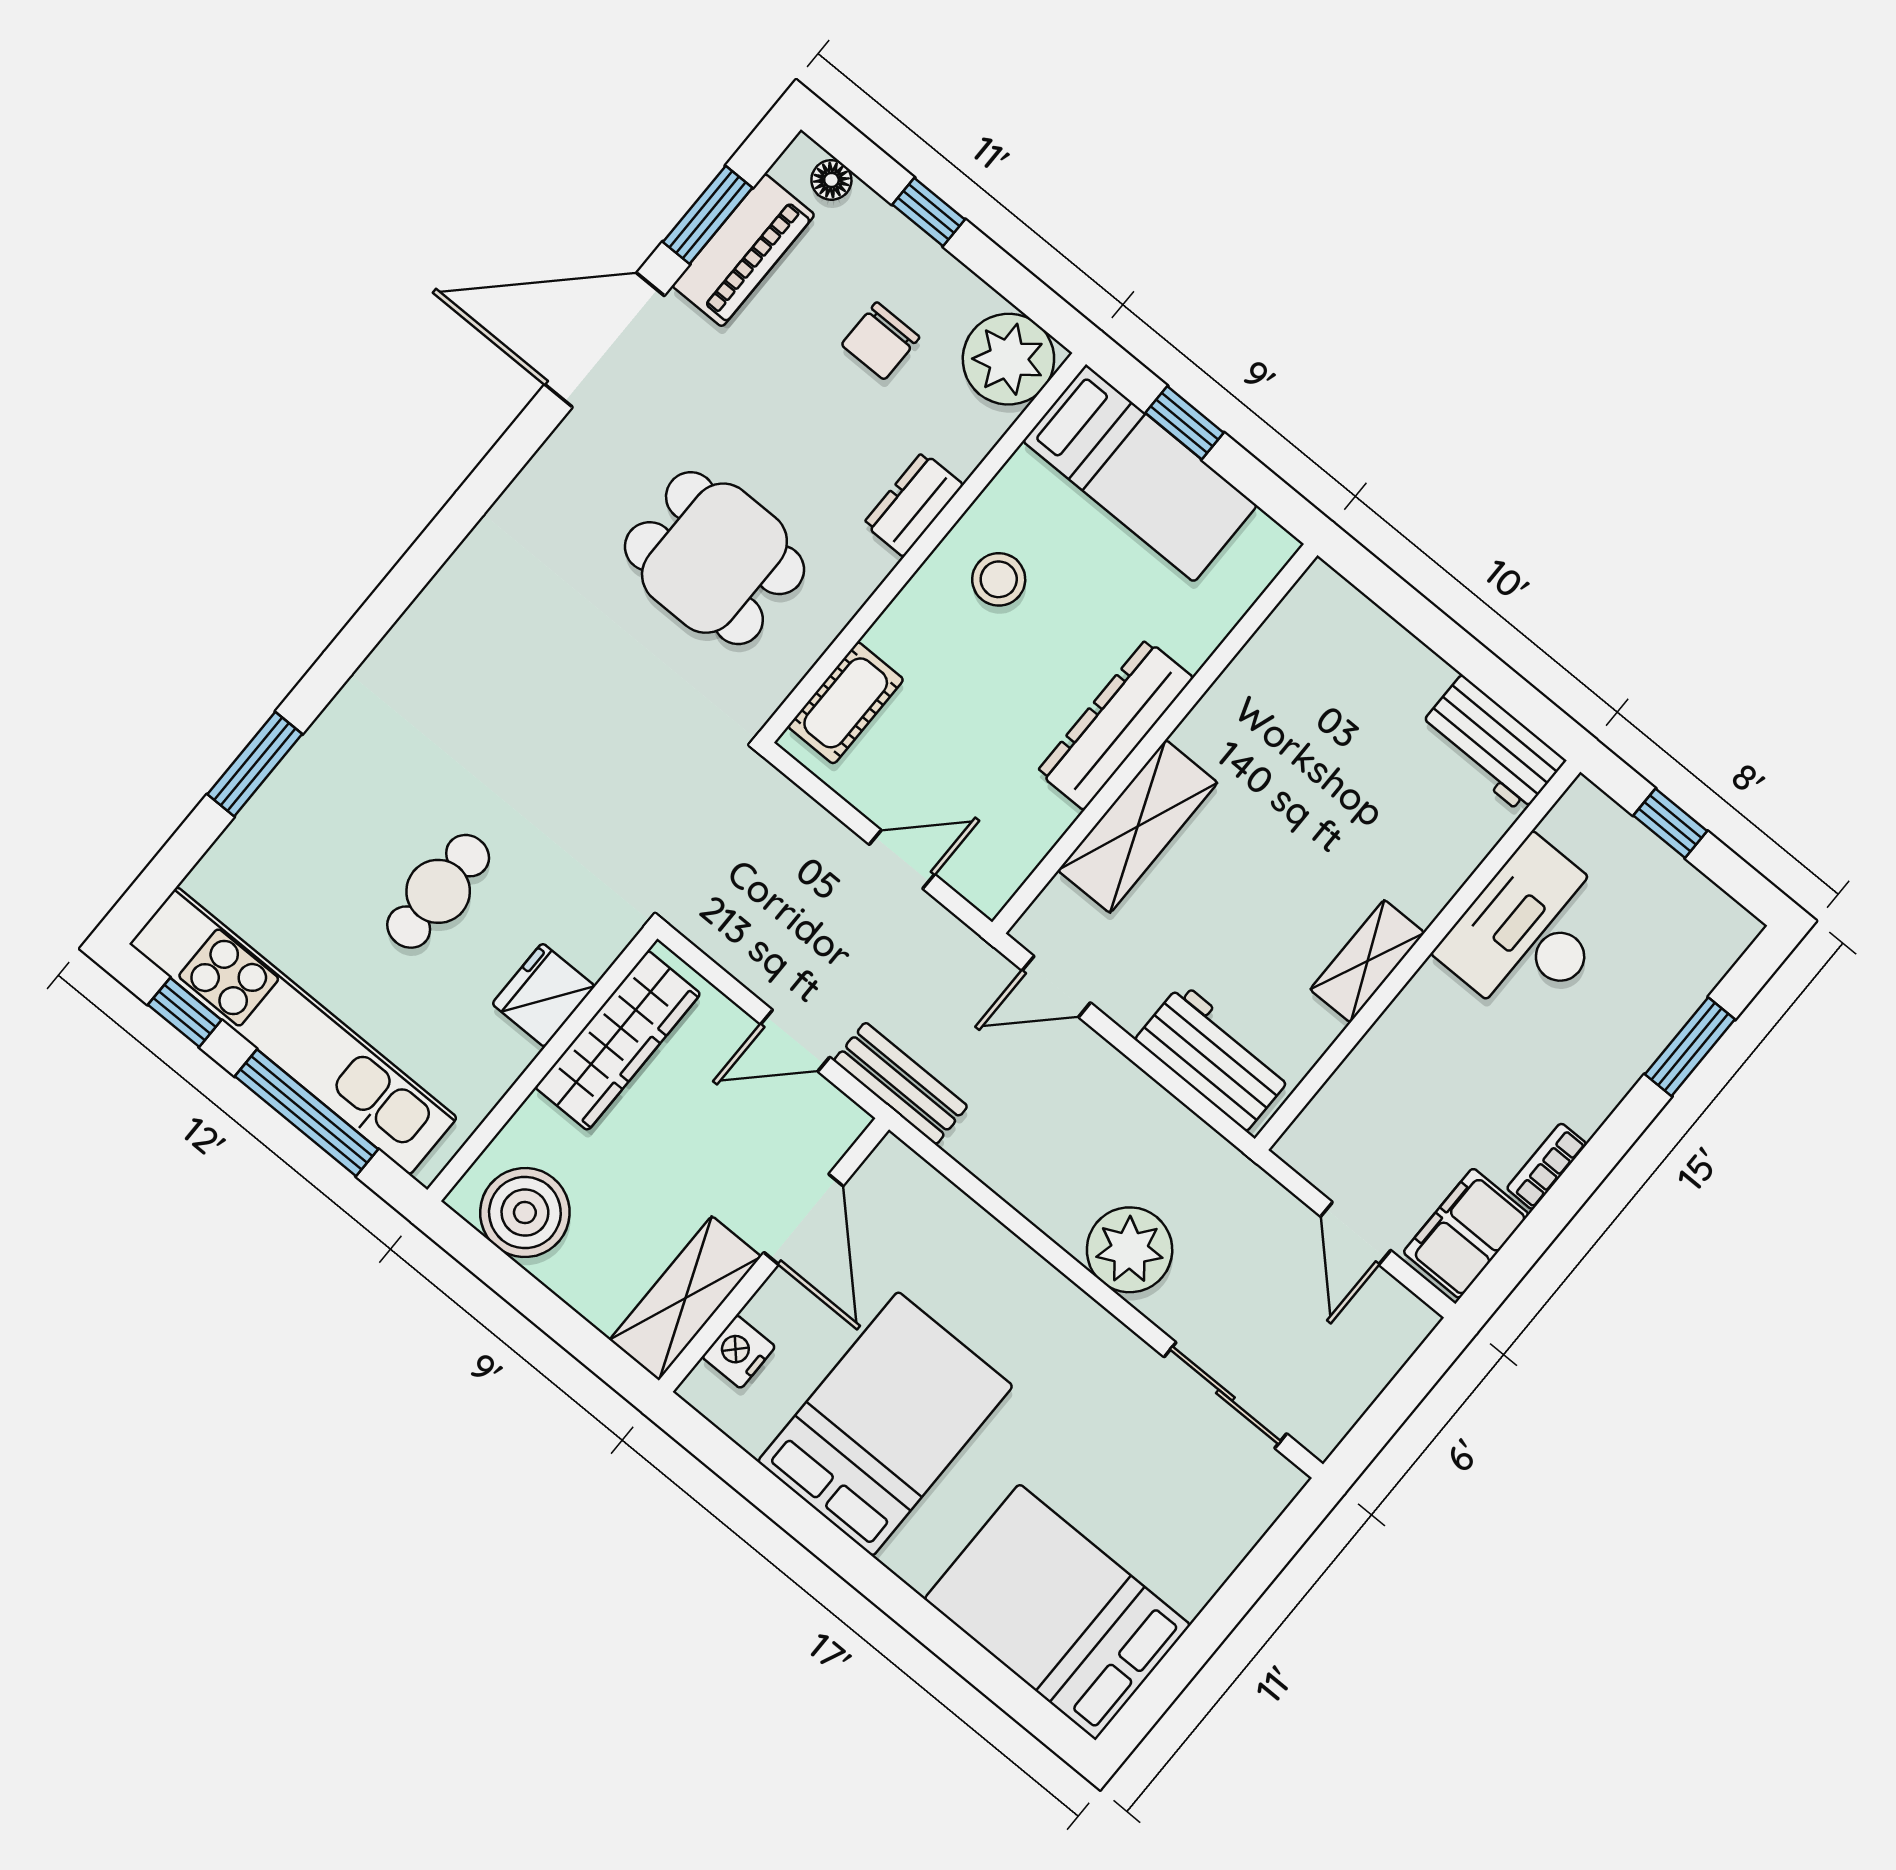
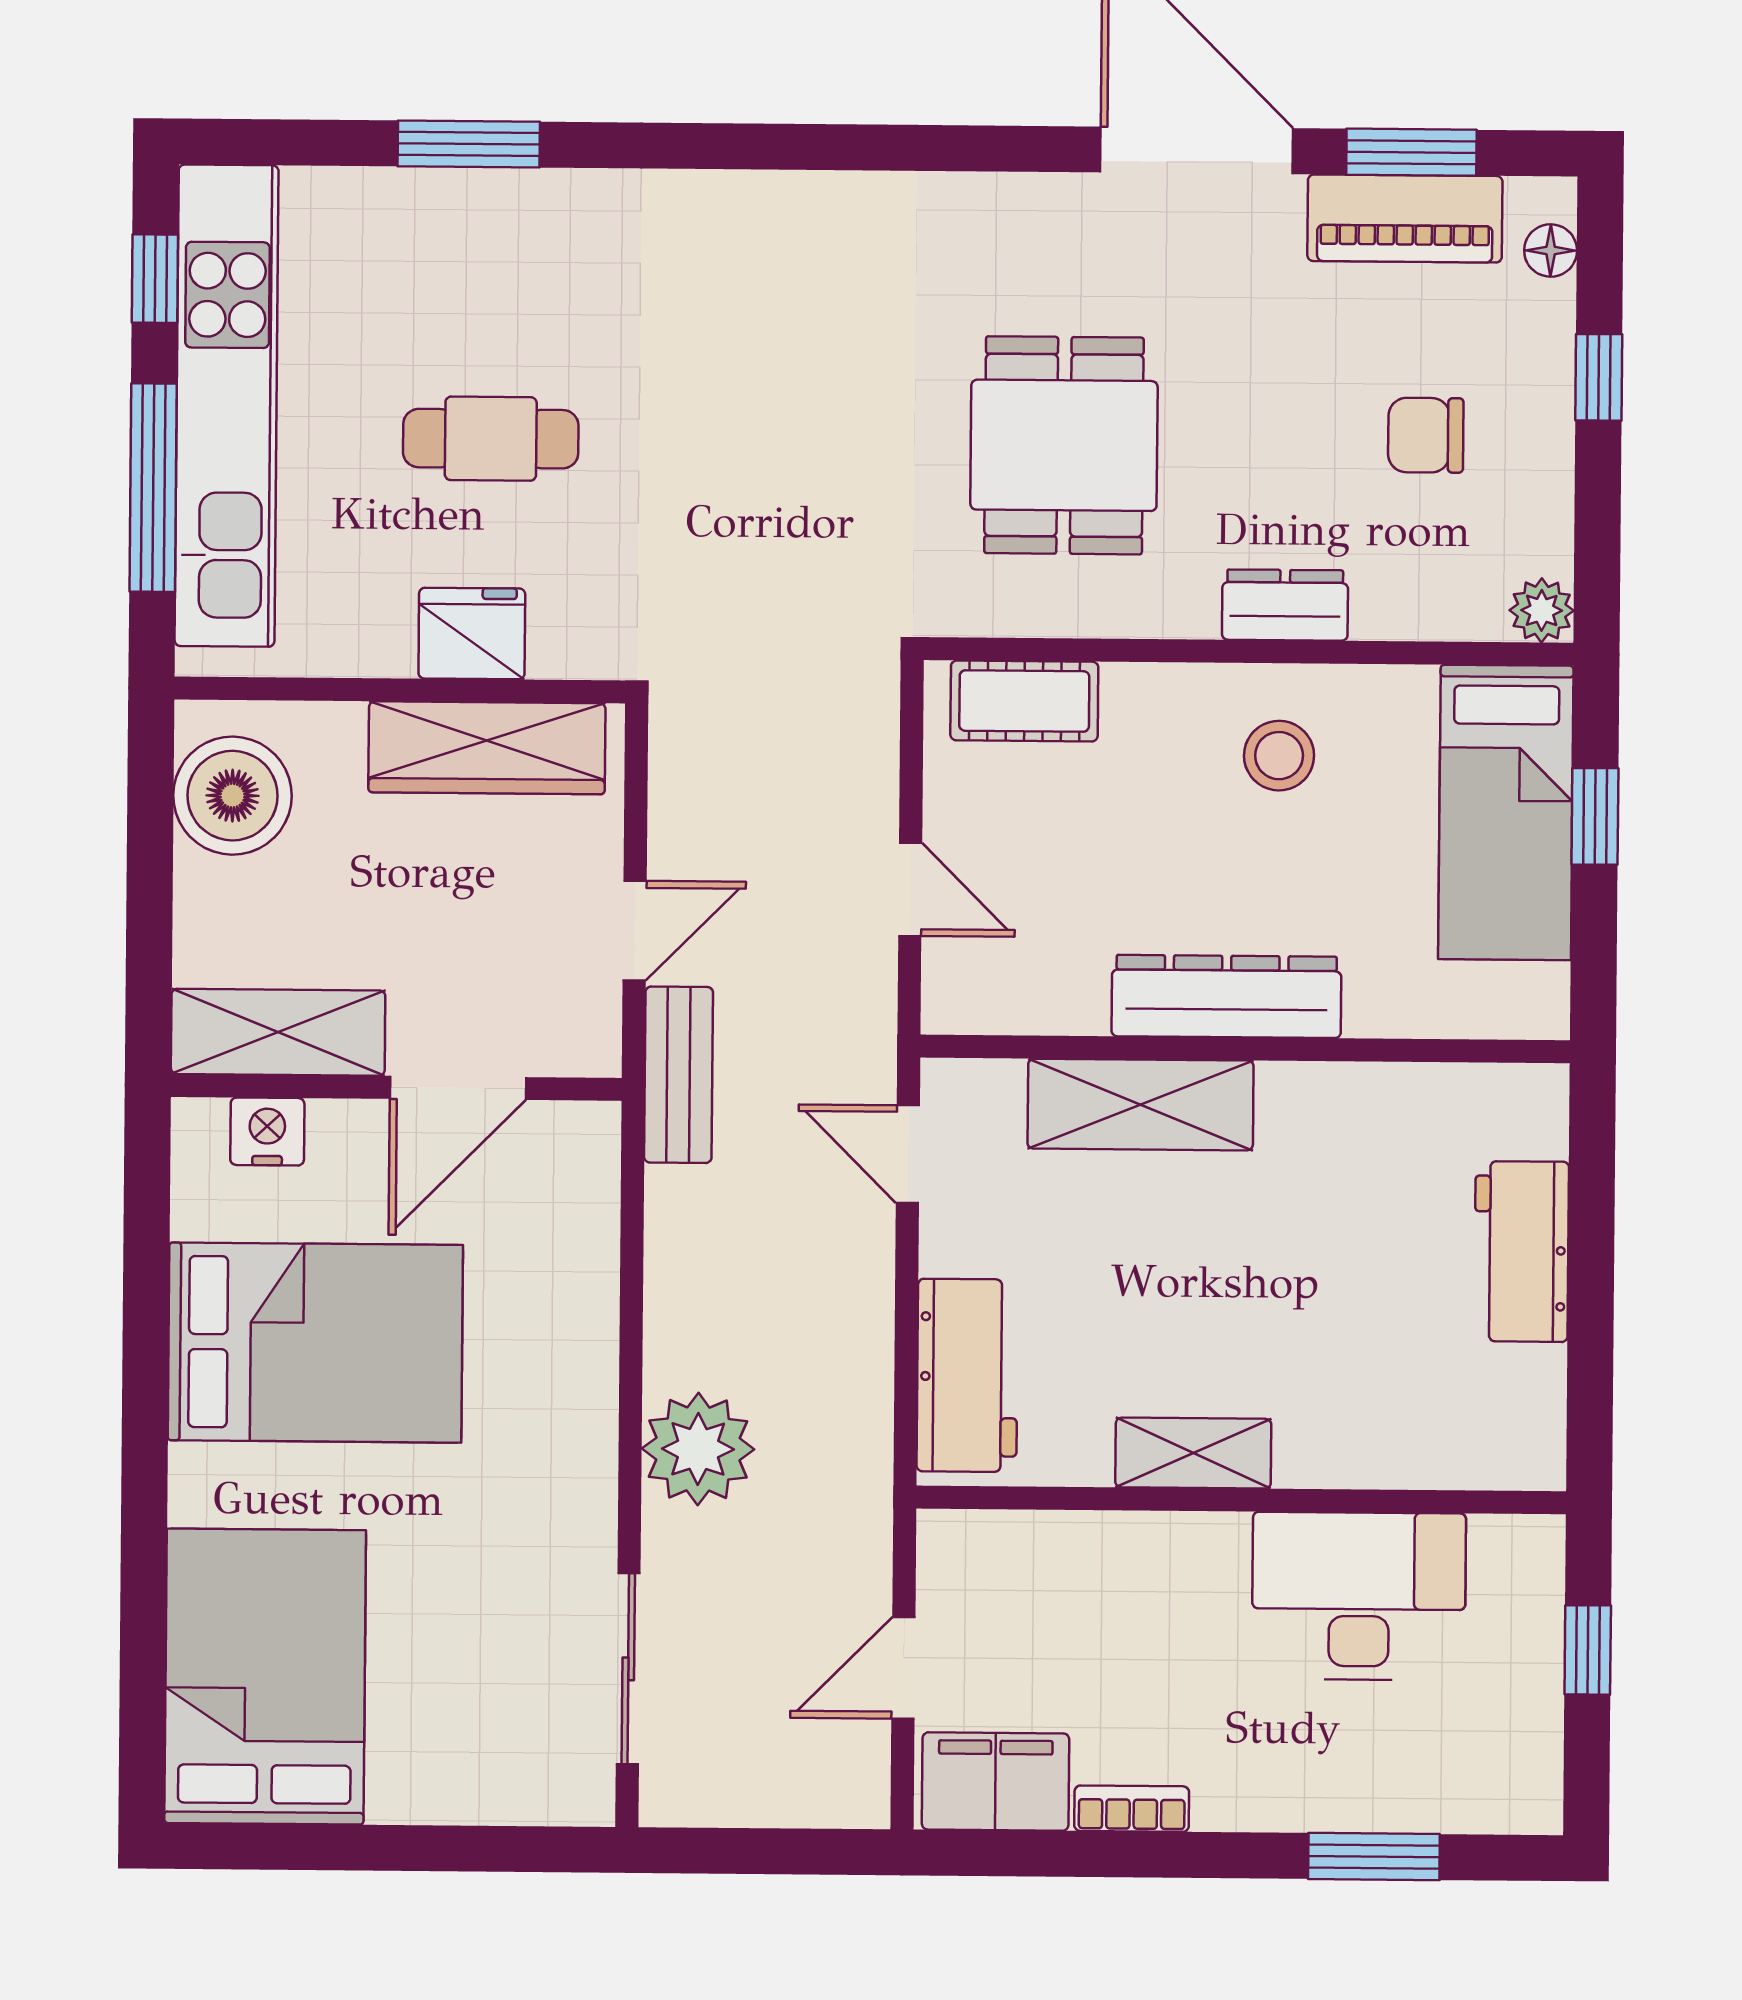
plant: (1008, 359) -> (1542, 610), width x0.53, depth x0.53
workbench: (1492, 744) -> (1522, 1251), moved
door: (795, 1041) -> (635, 931), swing flipped

